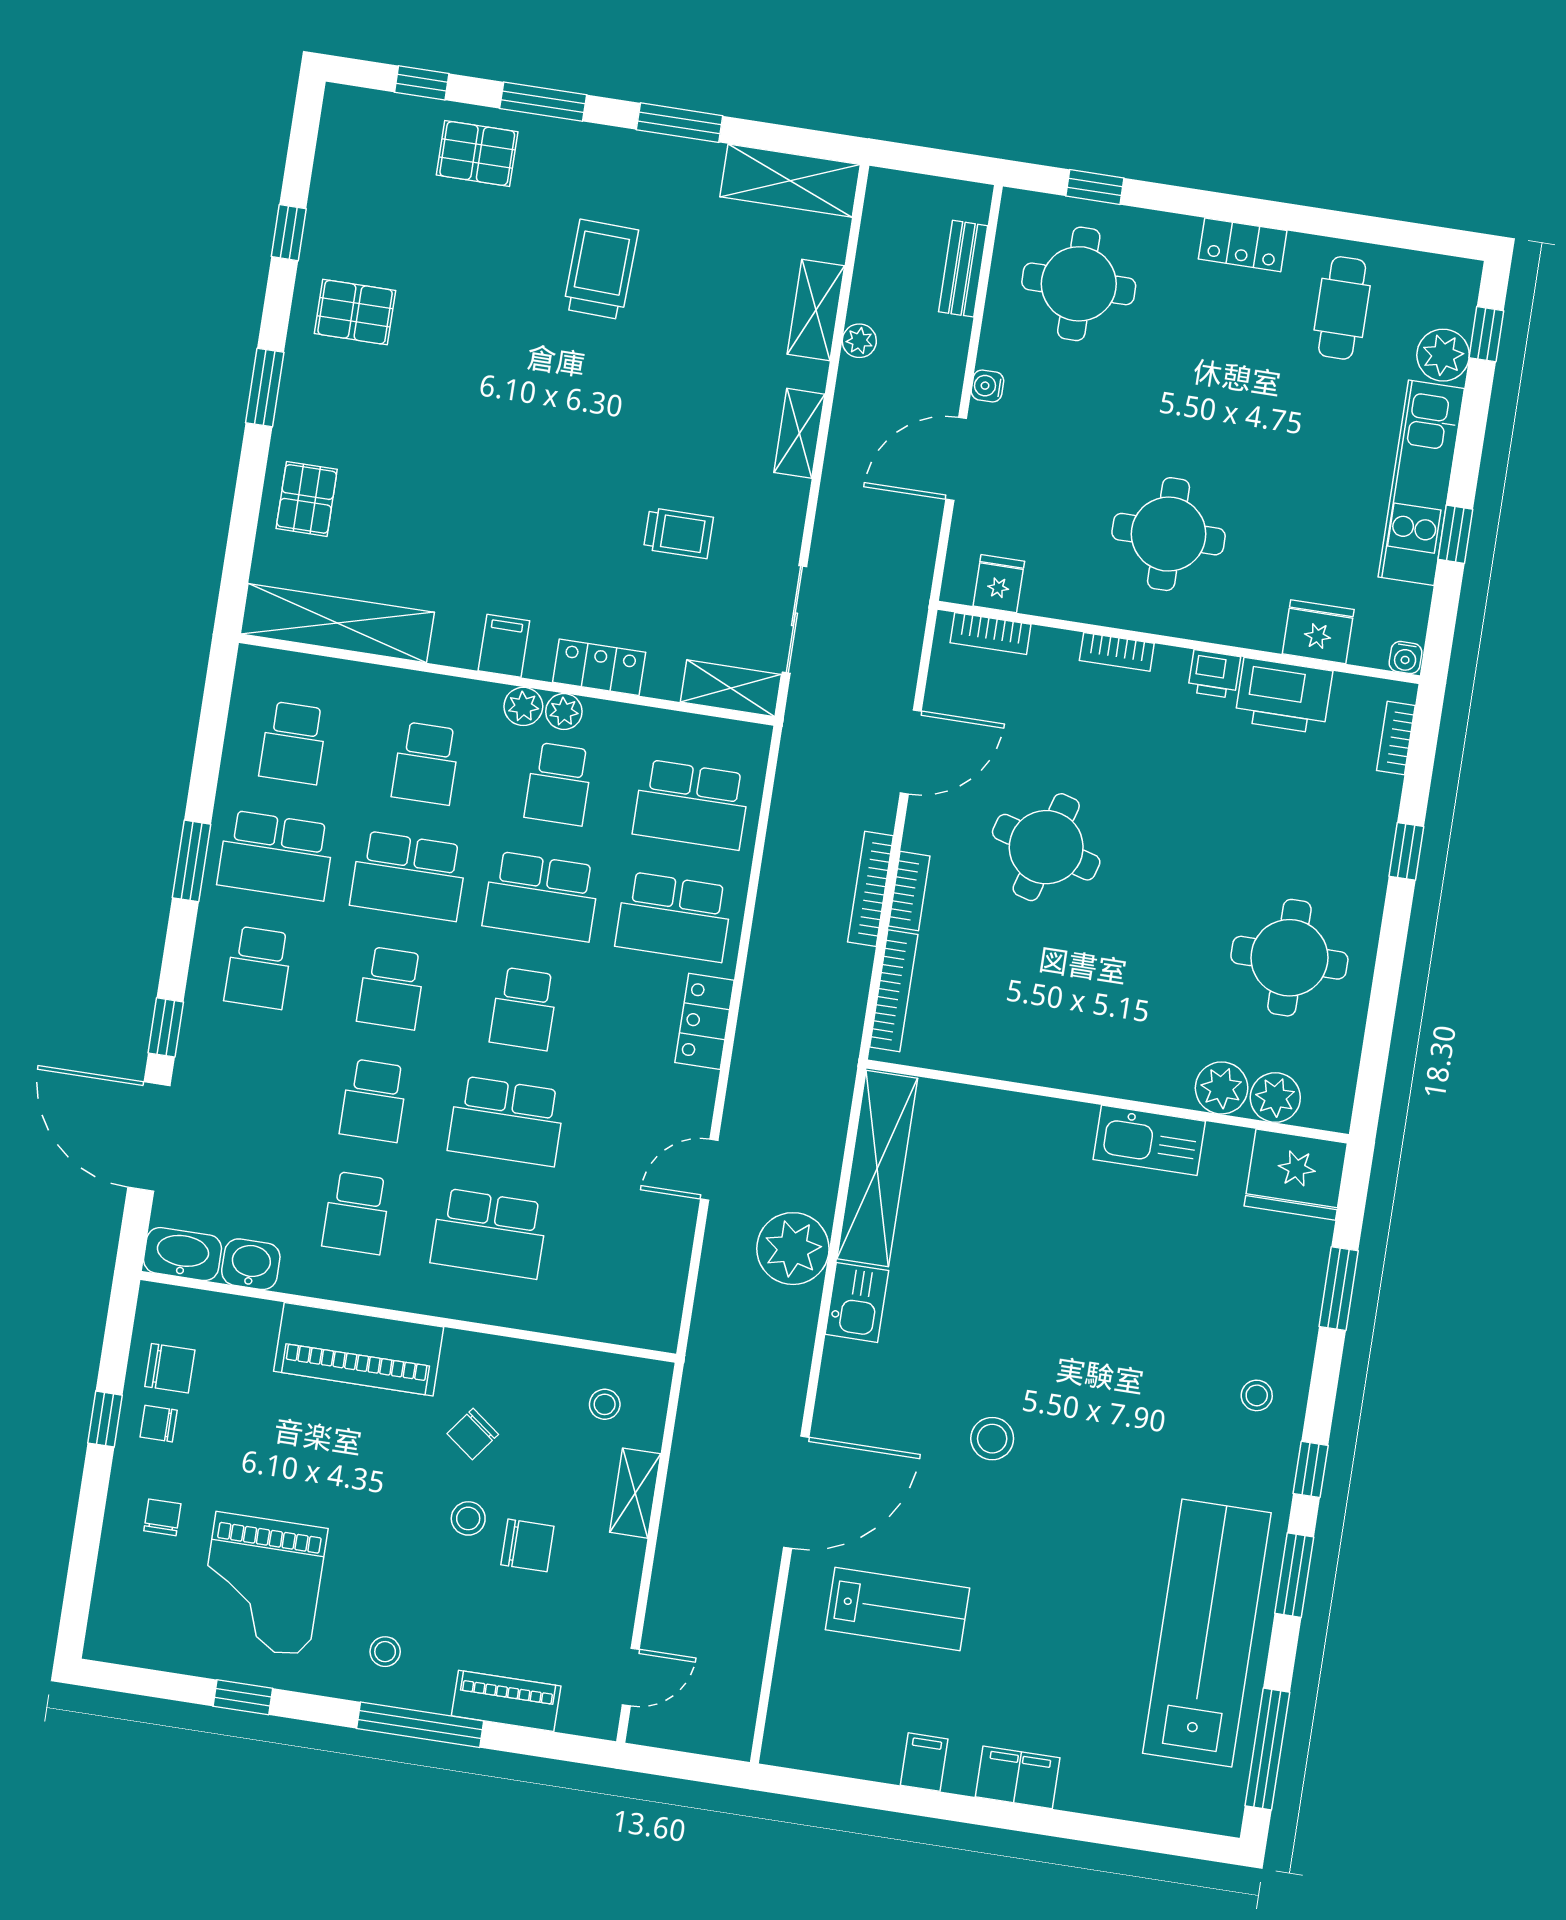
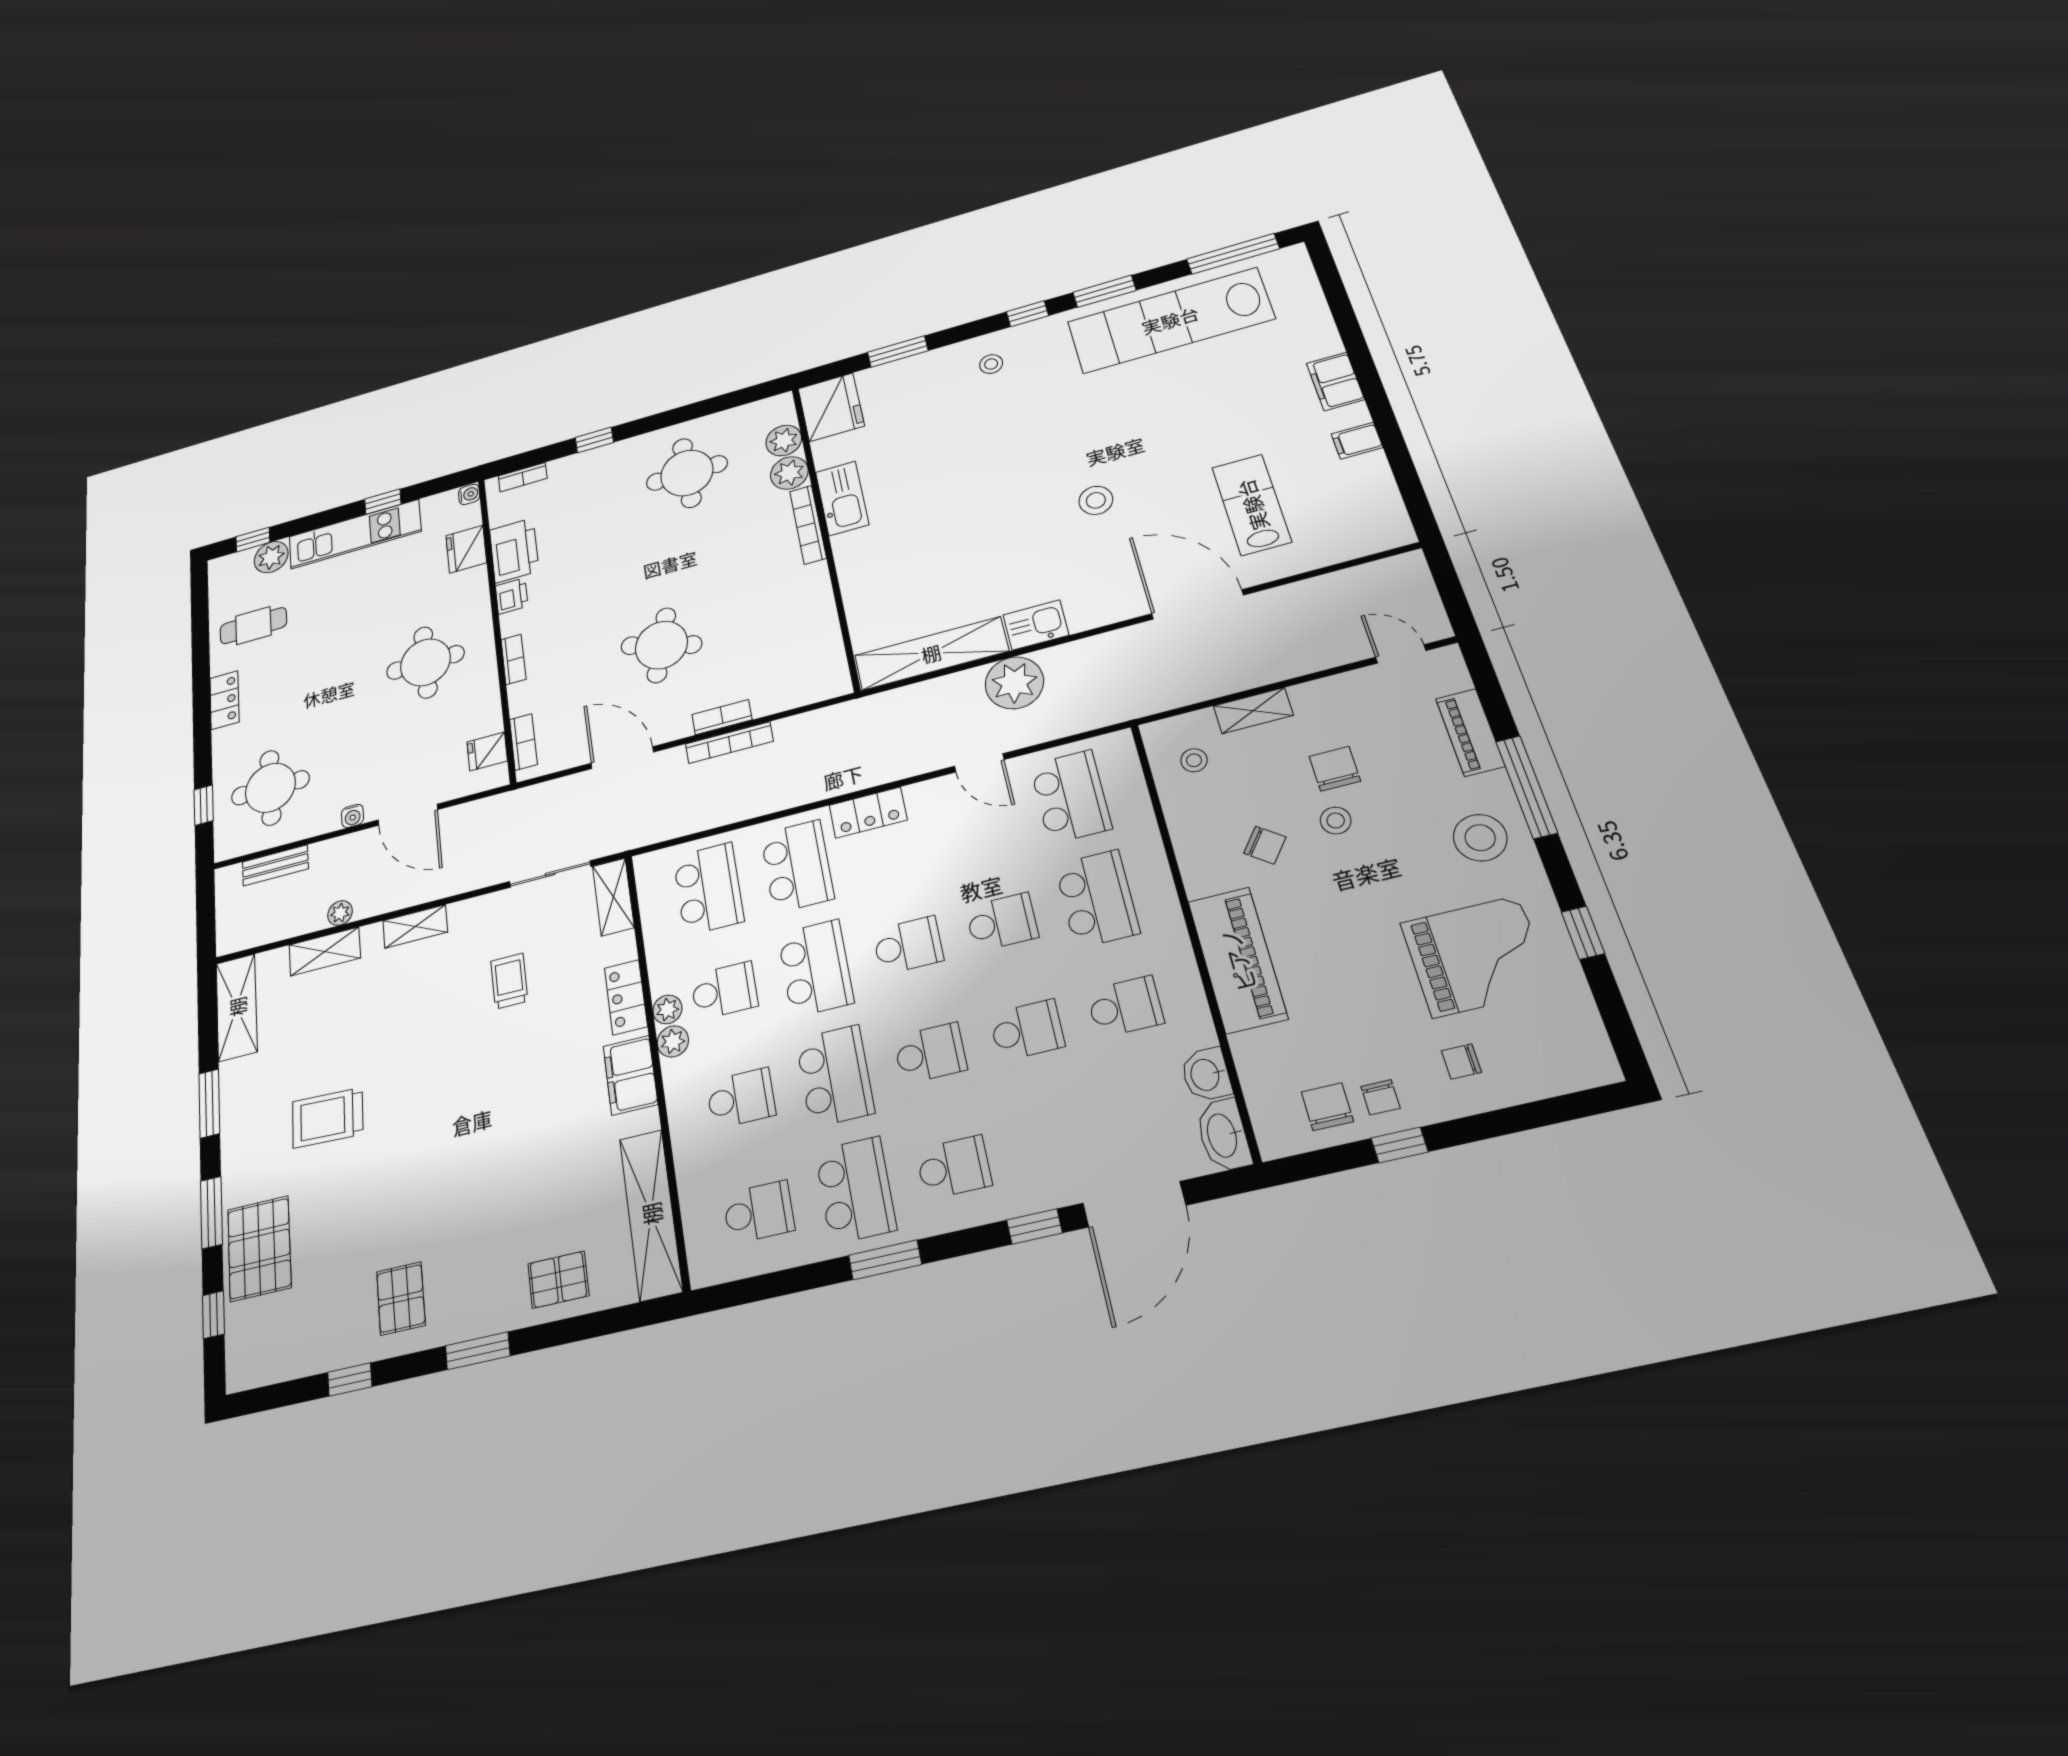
pallet: (477, 153) -> (259, 1248), width x1.50, depth x1.42
filing cabinet: (504, 646) -> (630, 1075), width x2.00
bookcase: (894, 991) -> (808, 525), moved, turned -90
school desk: (506, 1121) -> (1002, 922), width x0.54
school desk: (622, 1254) -> (1070, 797), added
stool: (385, 1652) -> (1480, 838), width x1.89, depth x1.89

